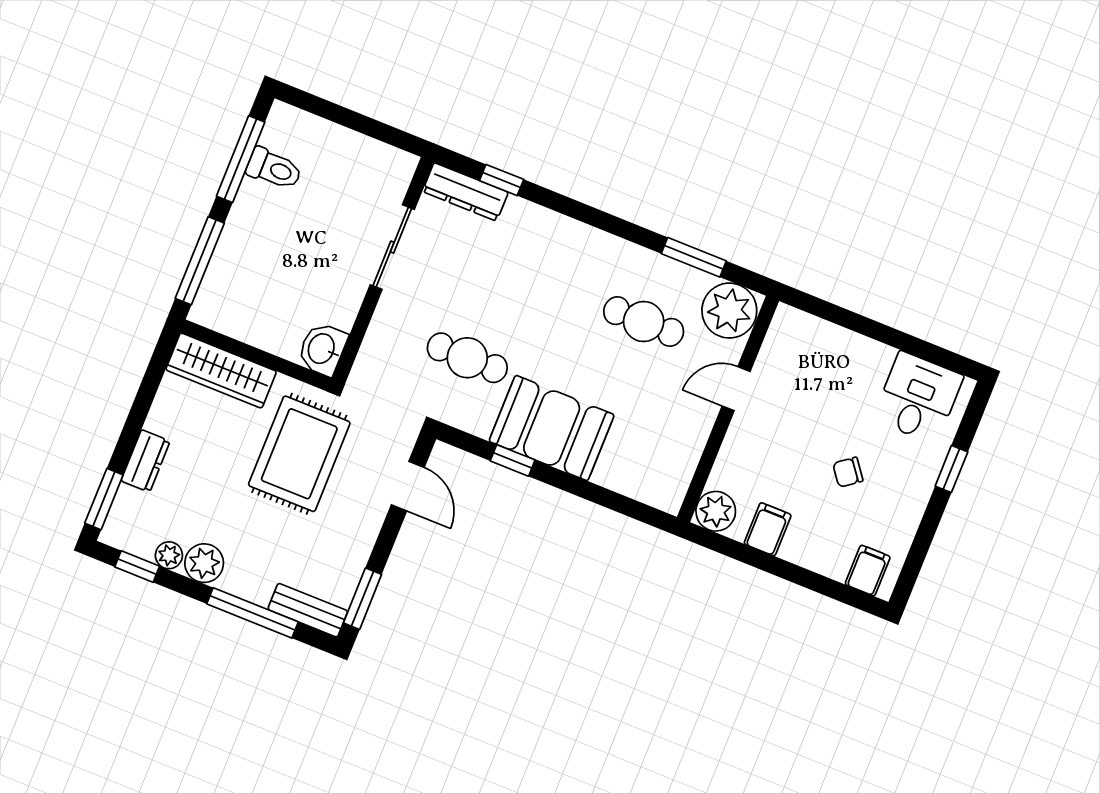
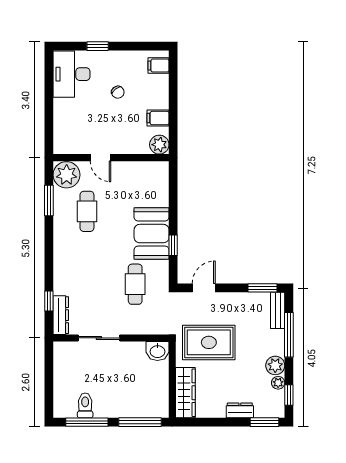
desk: (918, 398) -> (72, 74), width x1.37

